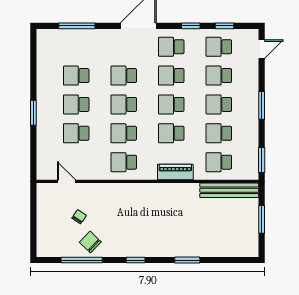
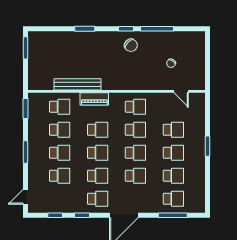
school desk: (219, 47) -> (173, 199), moved
bench: (229, 190) -> (77, 84), moved
window: (262, 219) -> (26, 48), moved
chair: (90, 242) -> (131, 45), moved
window: (82, 260) -> (157, 29), moved

